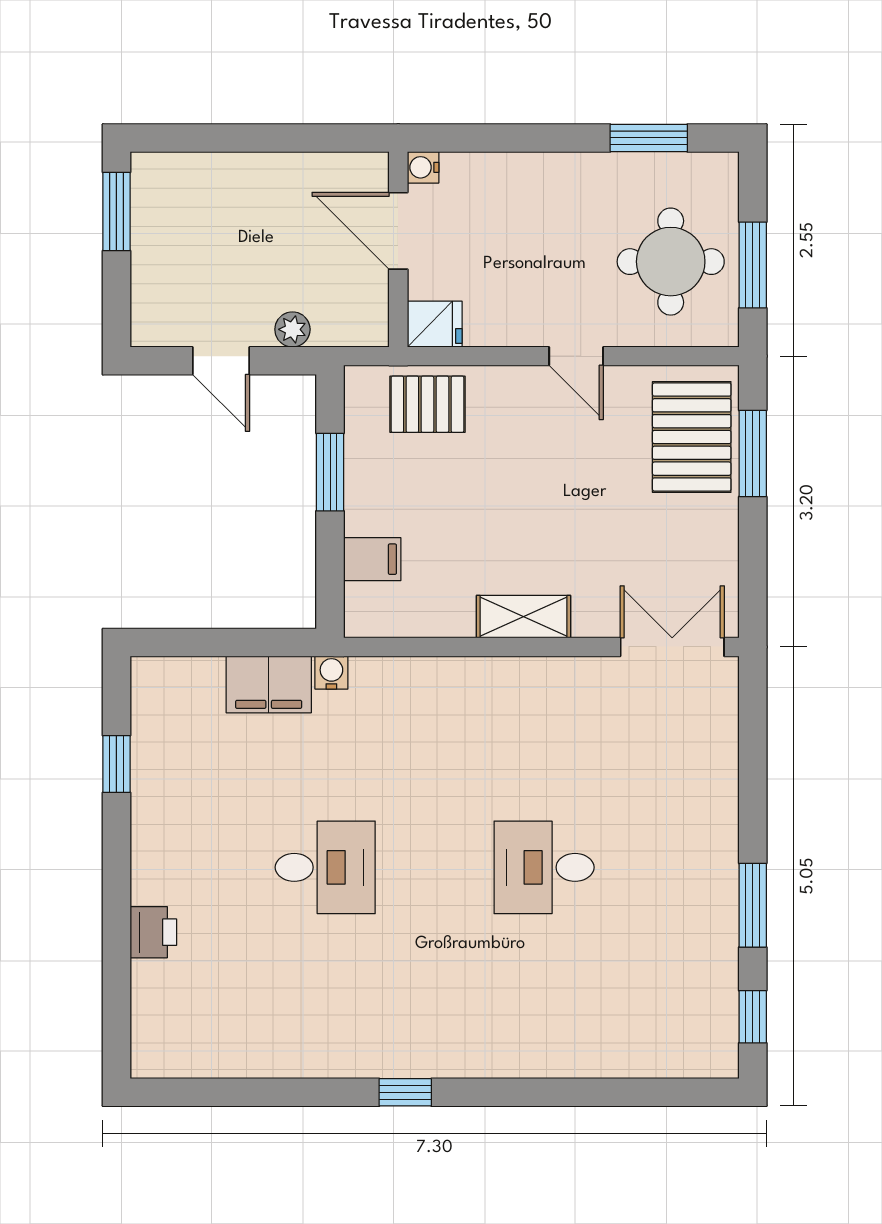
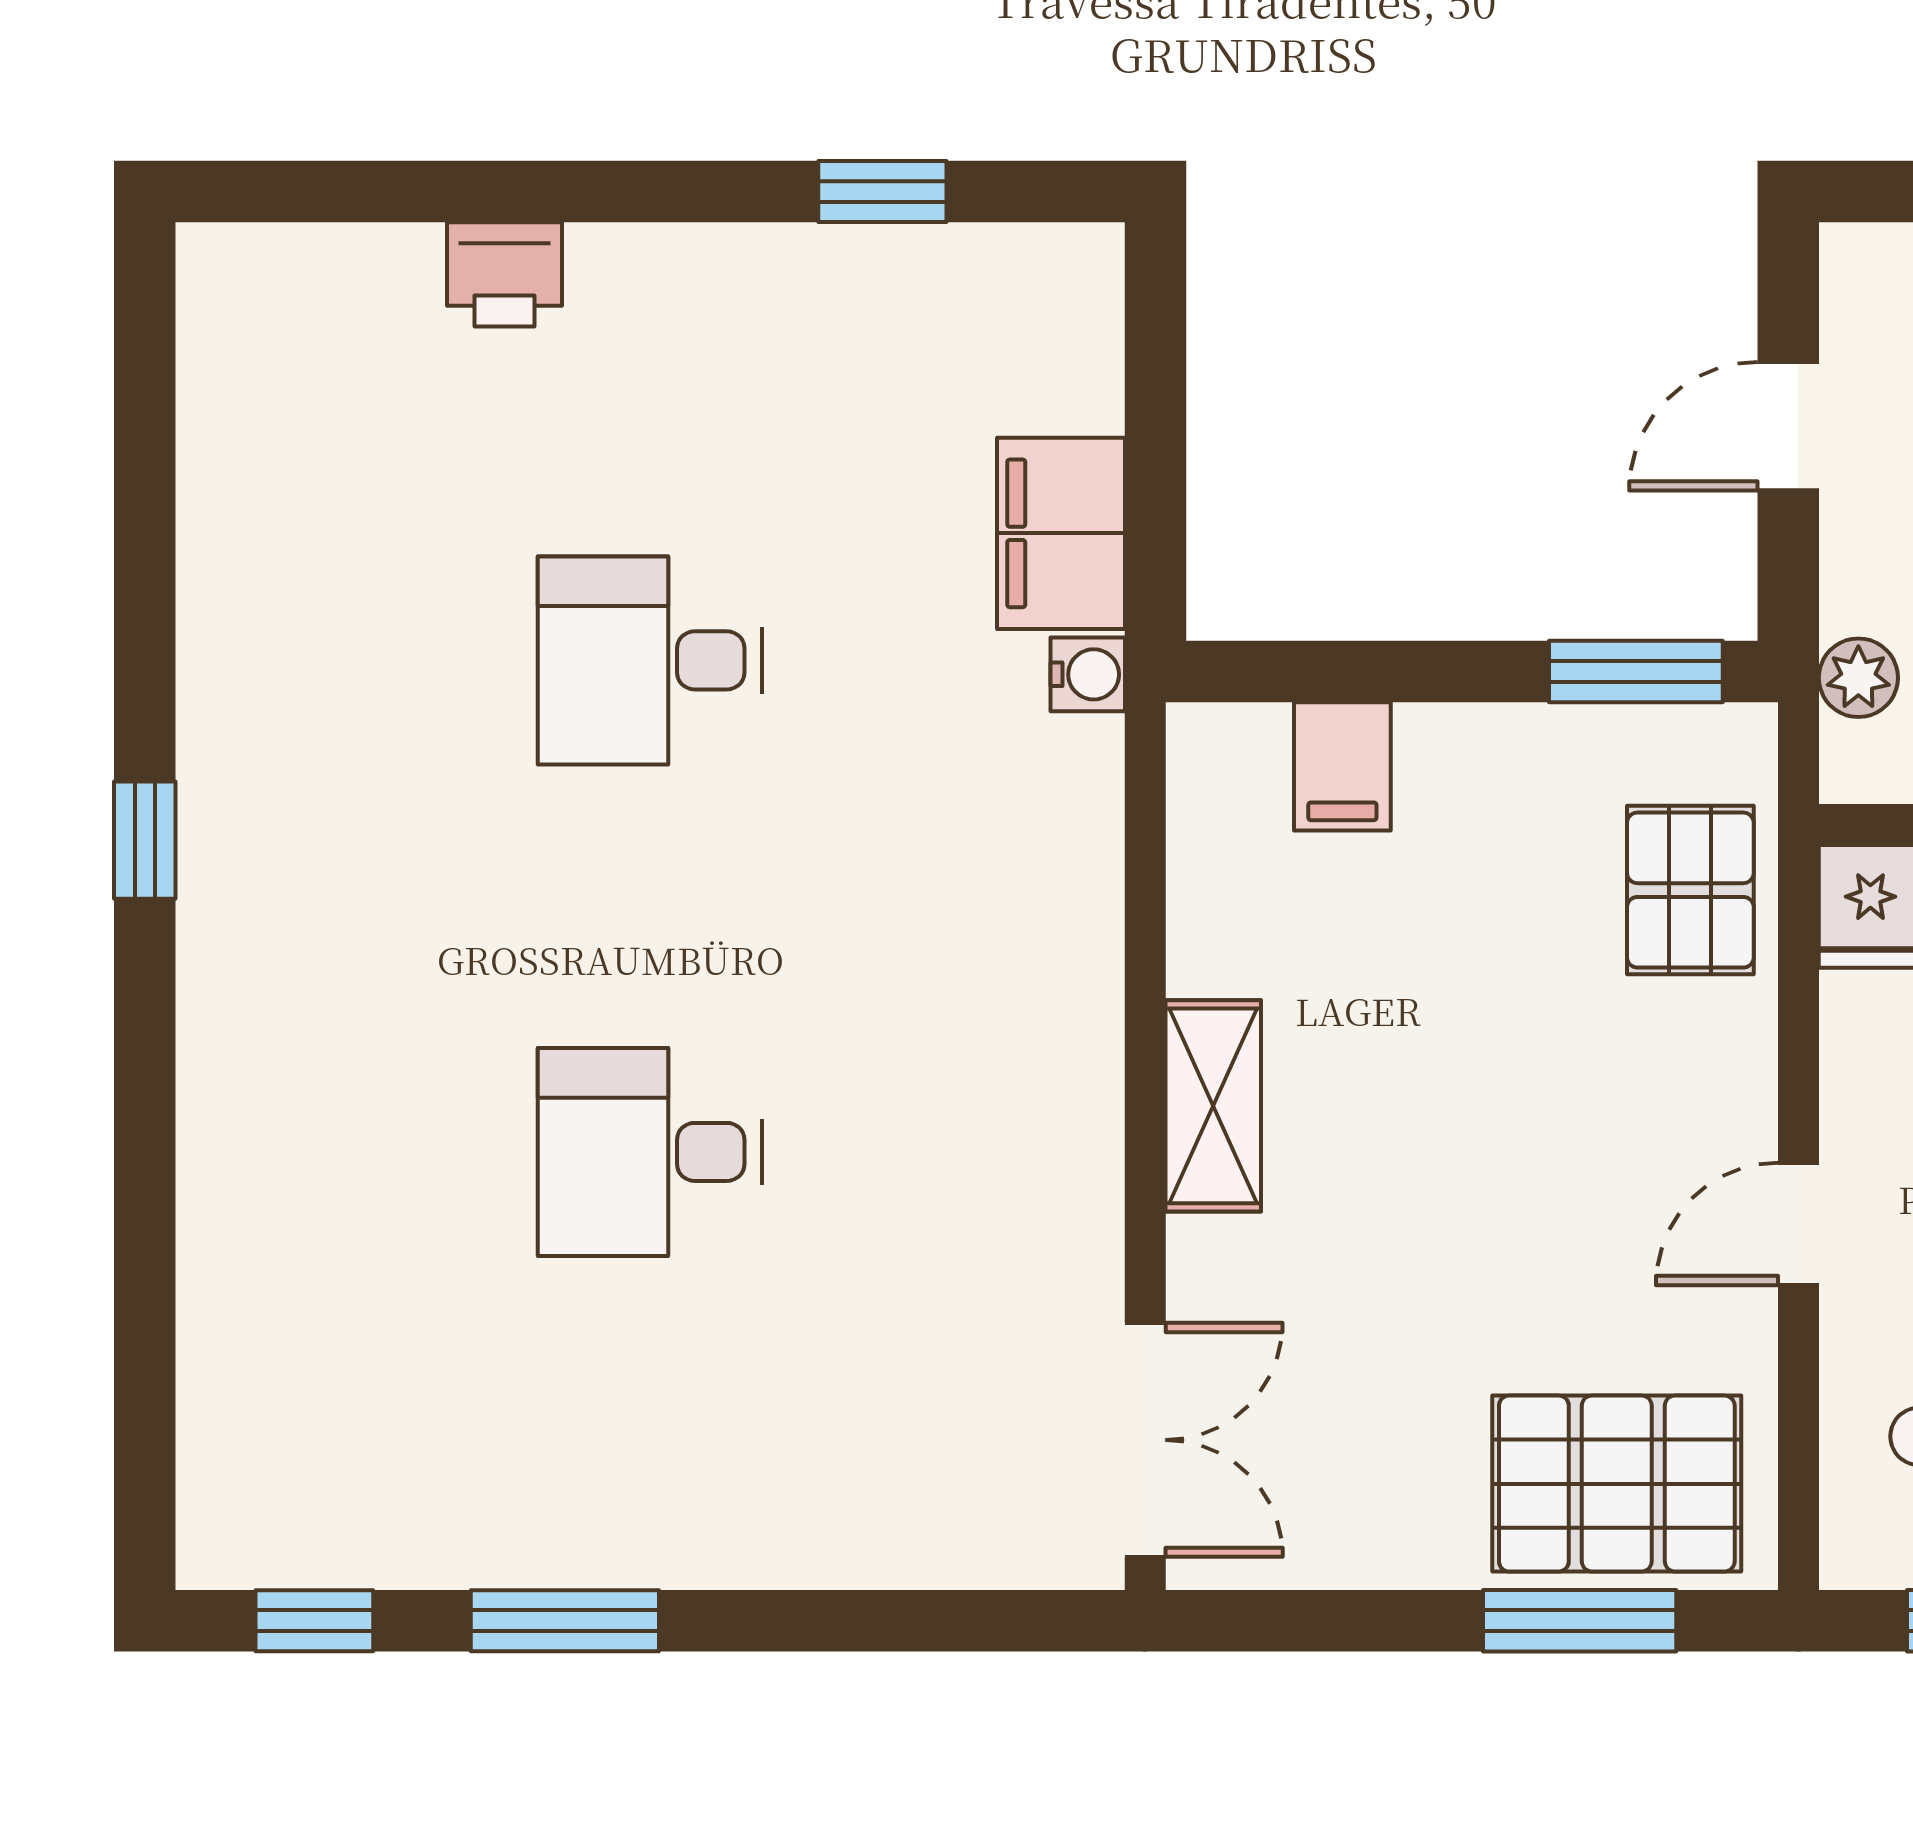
plant: (292, 329) -> (1858, 678), moved
window: (330, 472) -> (1636, 671), moved
desk: (325, 867) -> (650, 660), turned 90
desk: (544, 867) -> (650, 1152), turned -90

